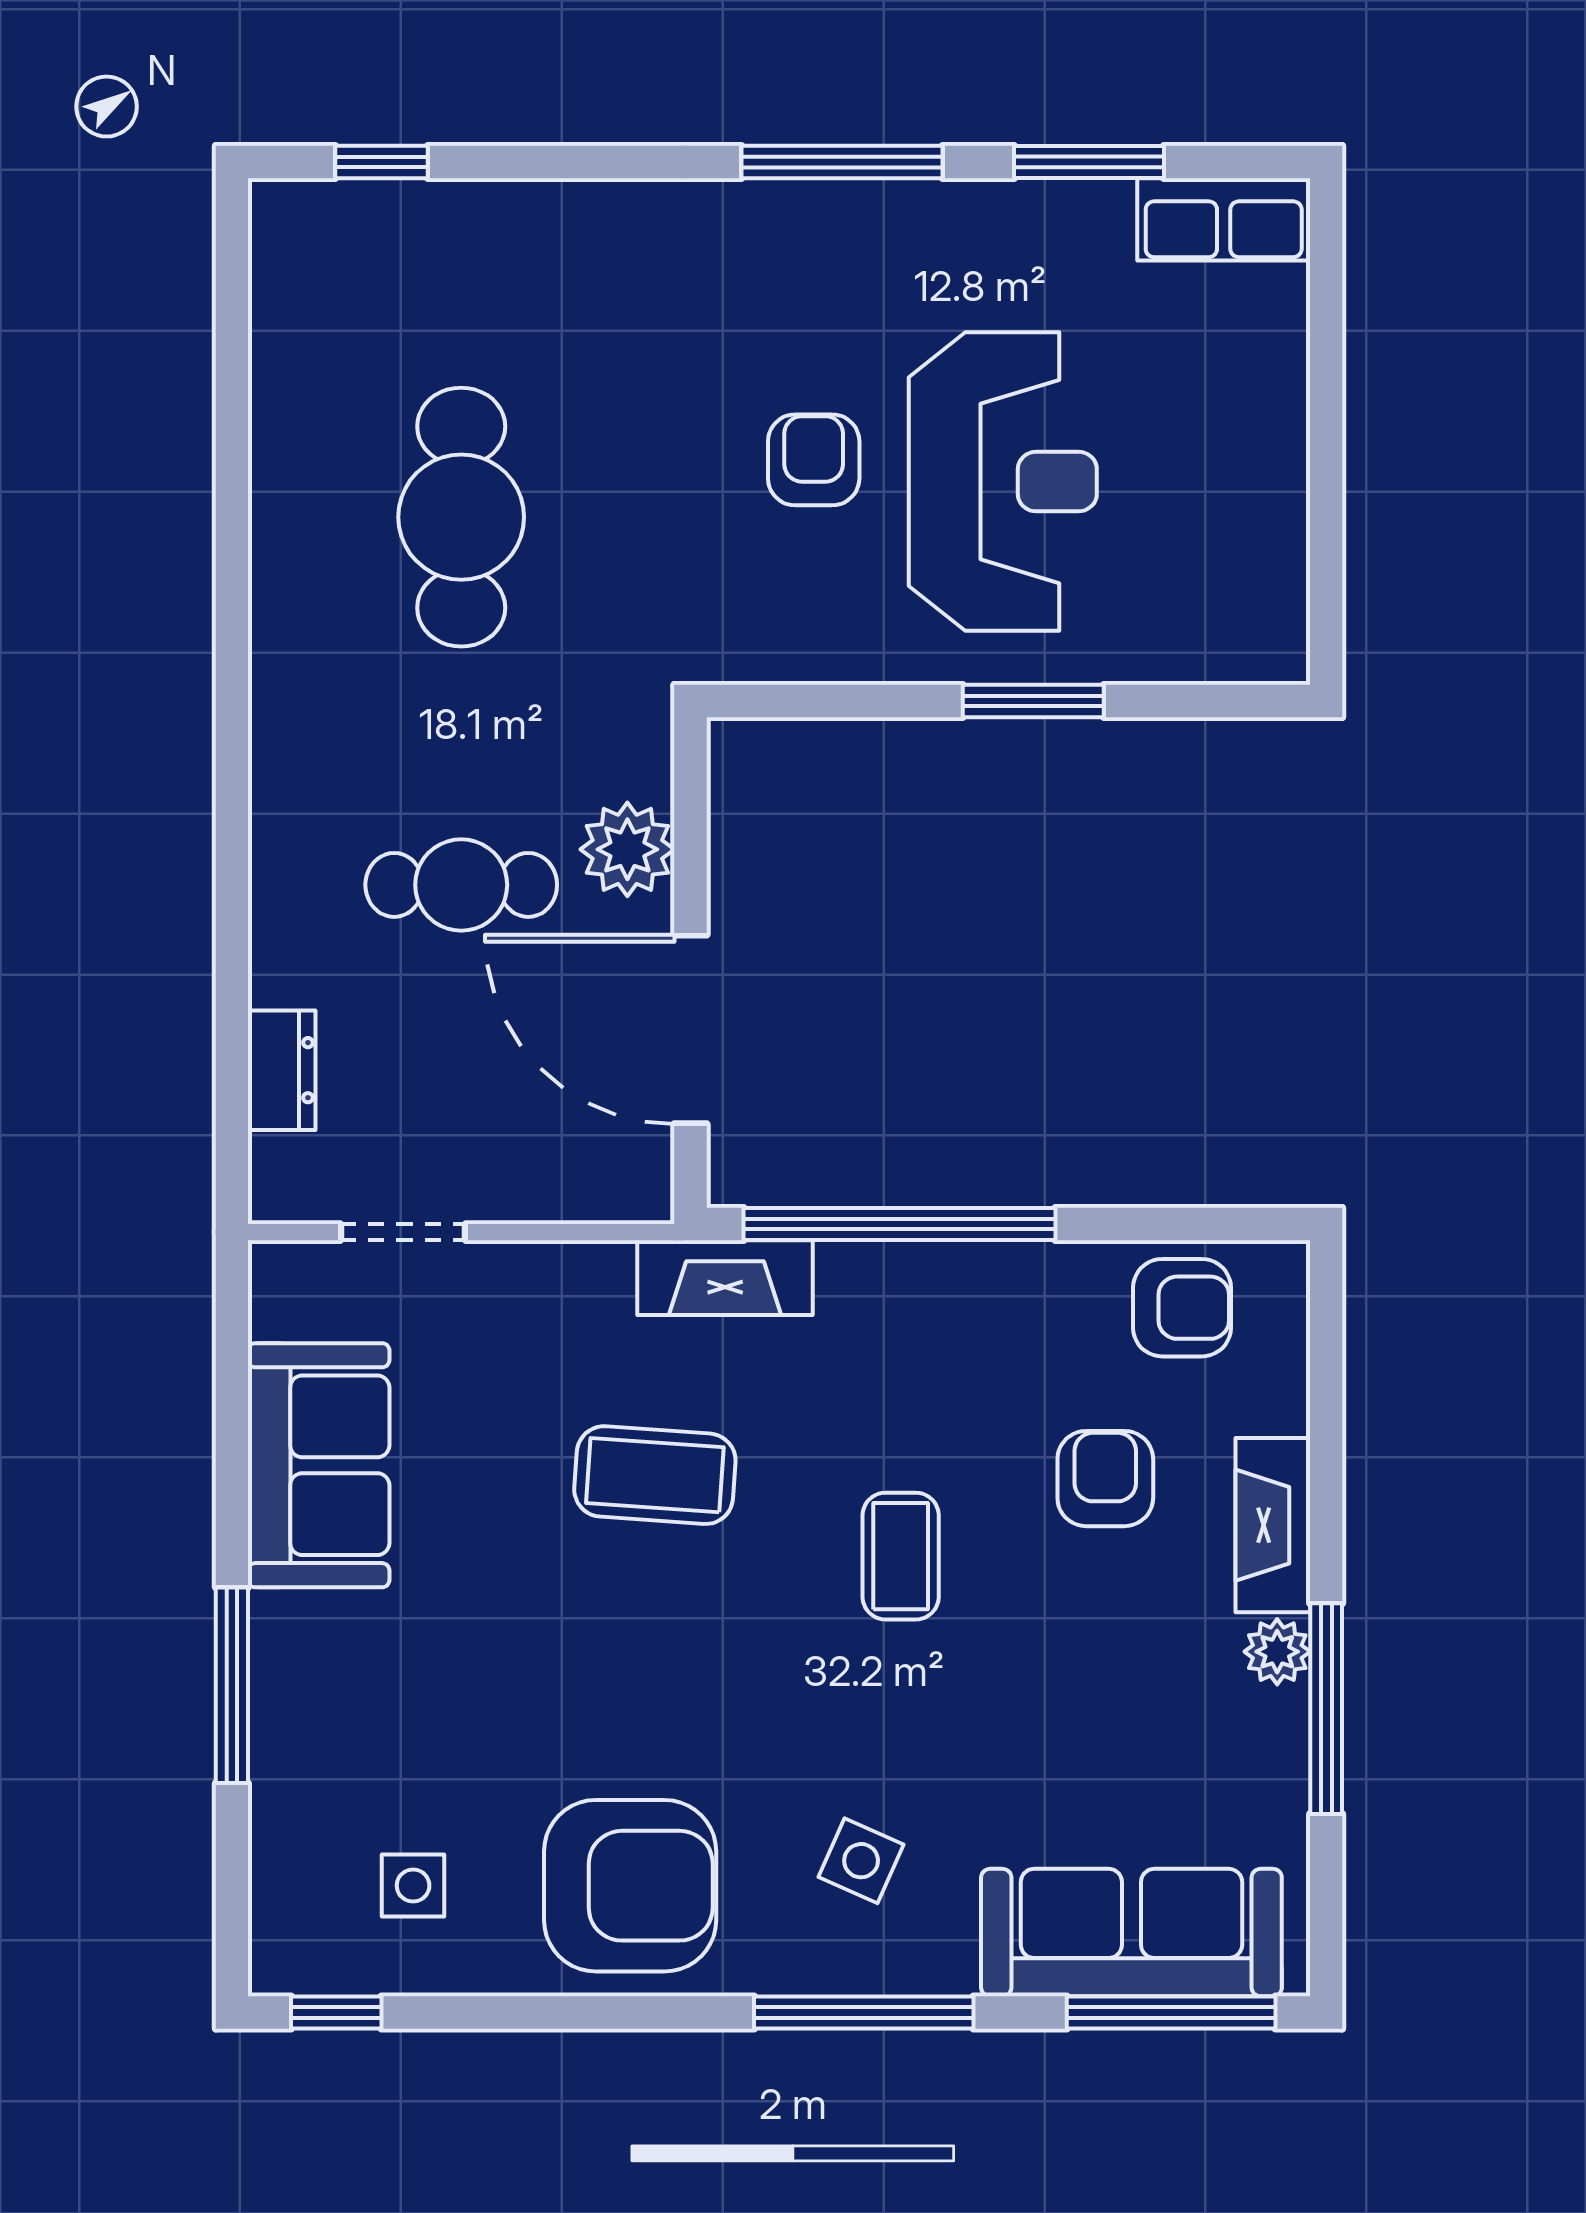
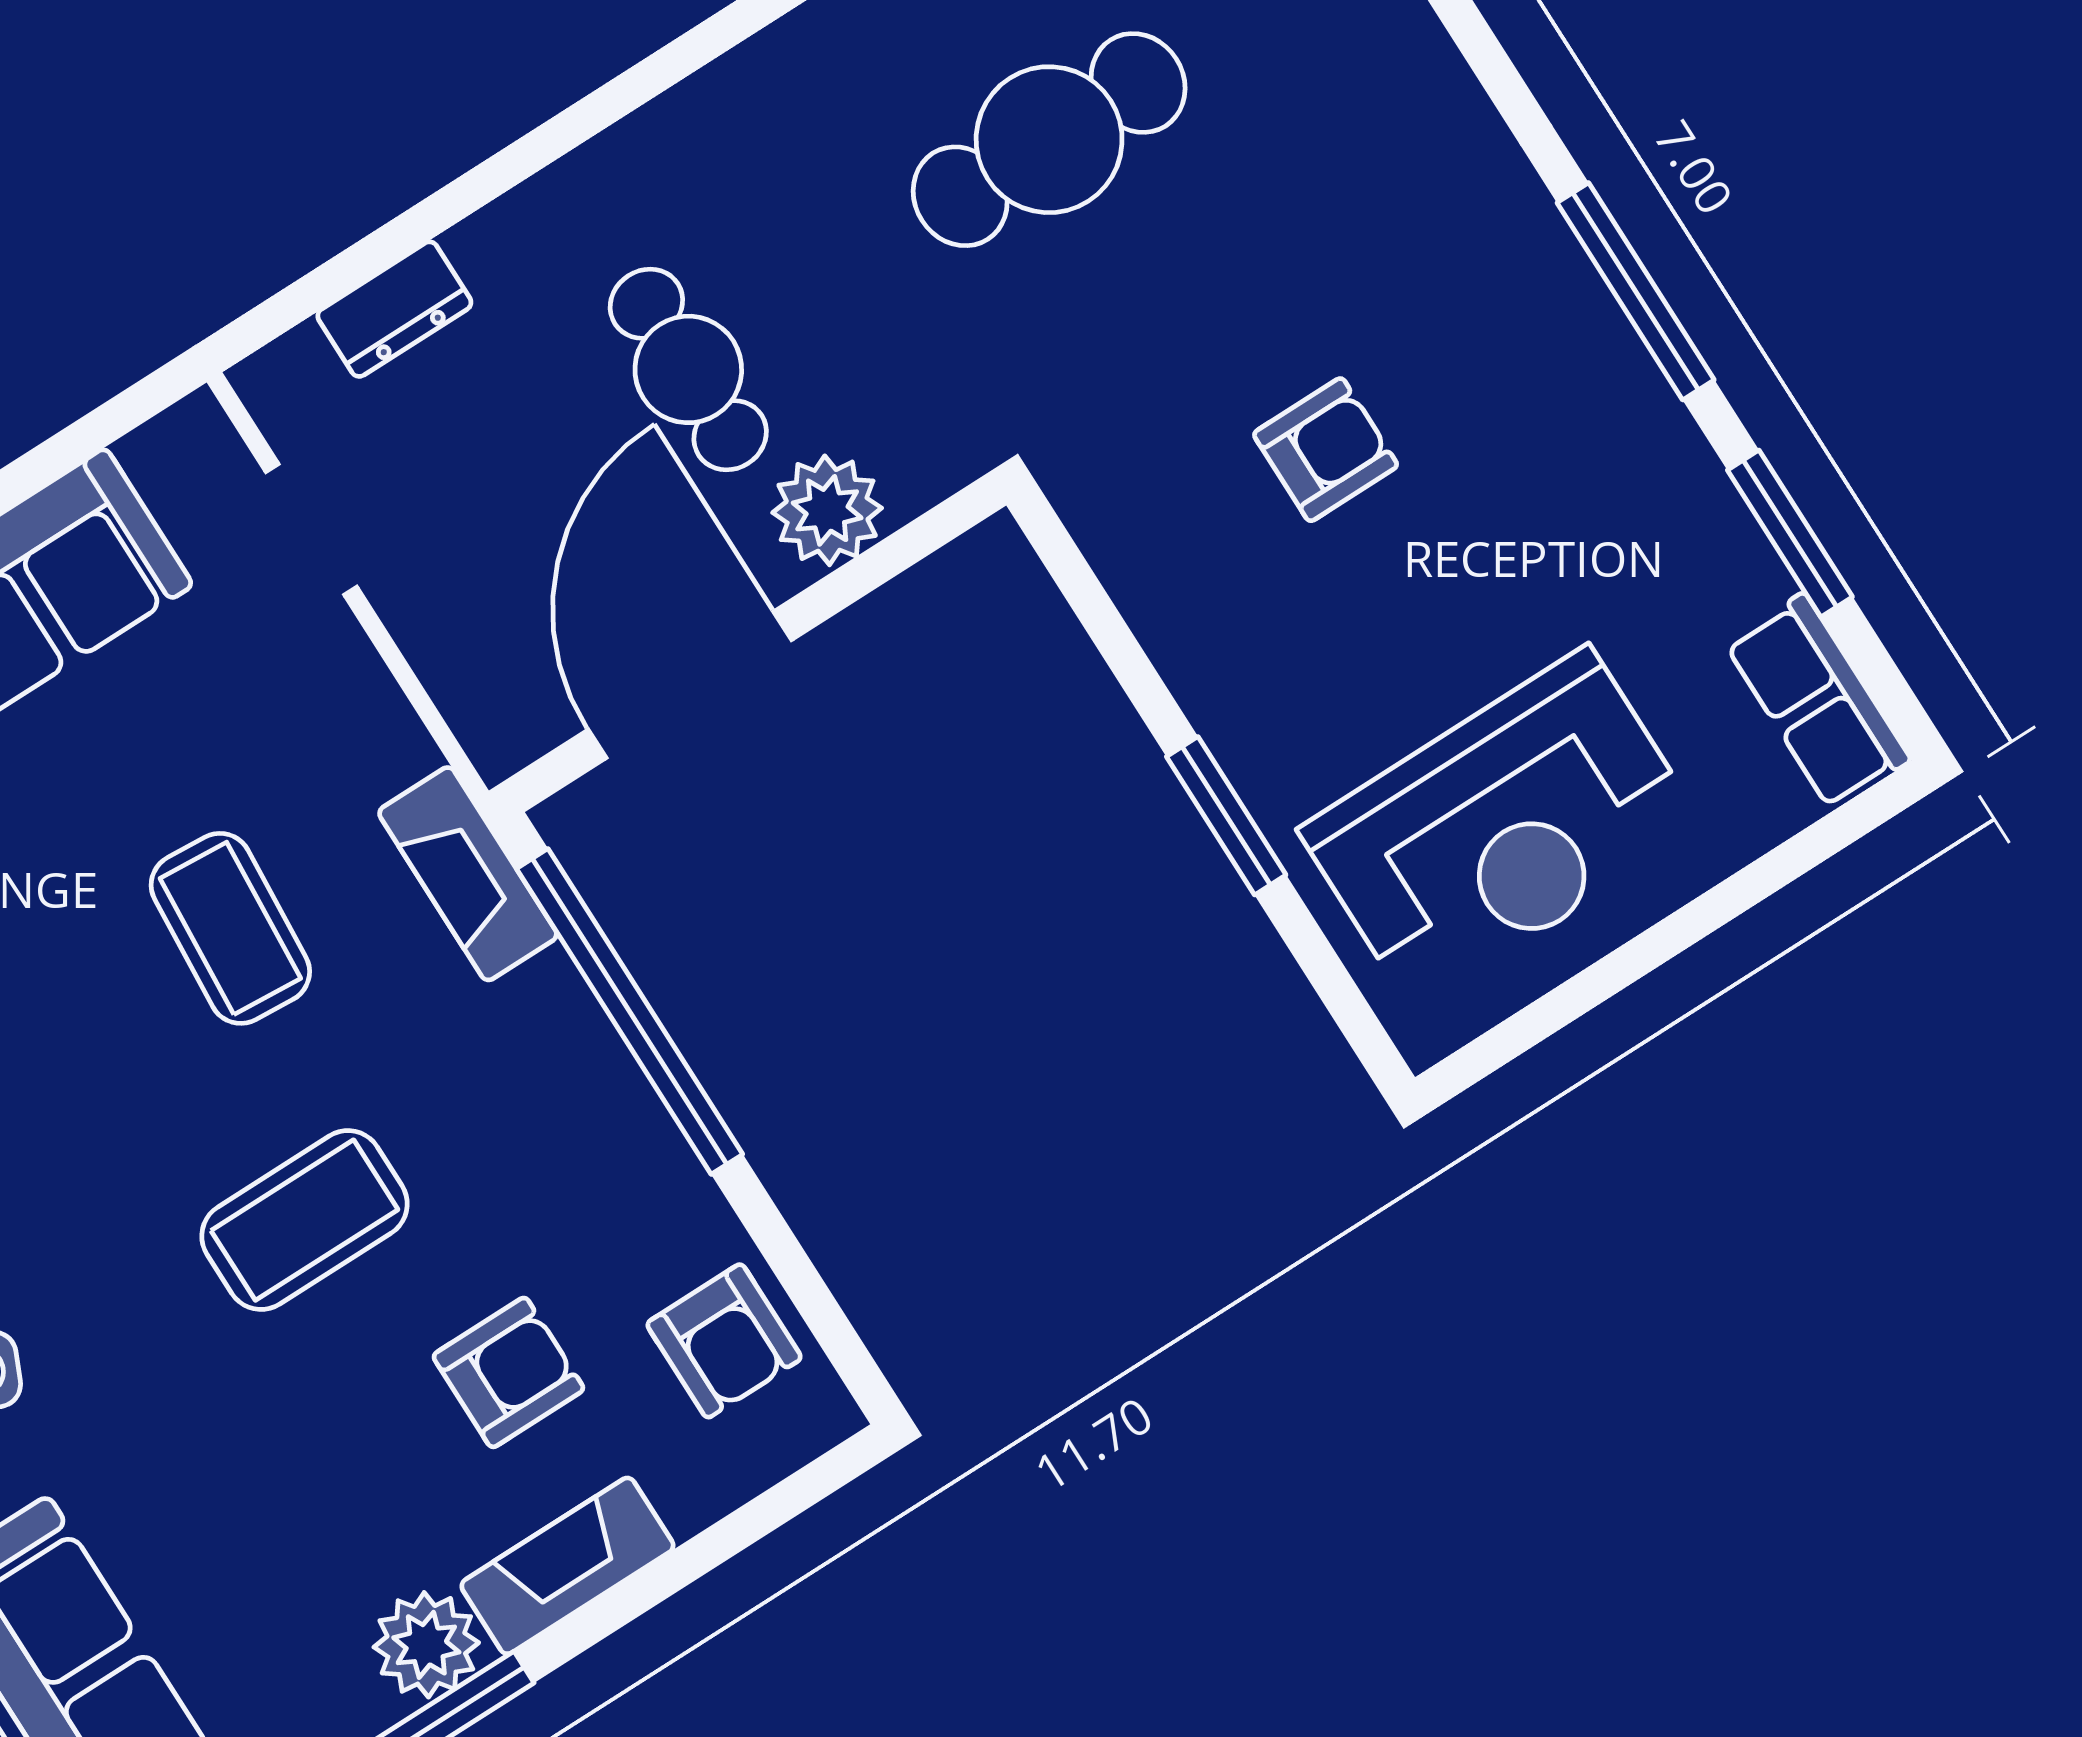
reception desk: (1003, 482) -> (1501, 828), moved
coffee table: (901, 1556) -> (304, 1220), width x1.36, depth x1.30
plant: (1277, 1652) -> (426, 1645), width x1.38, depth x1.38

